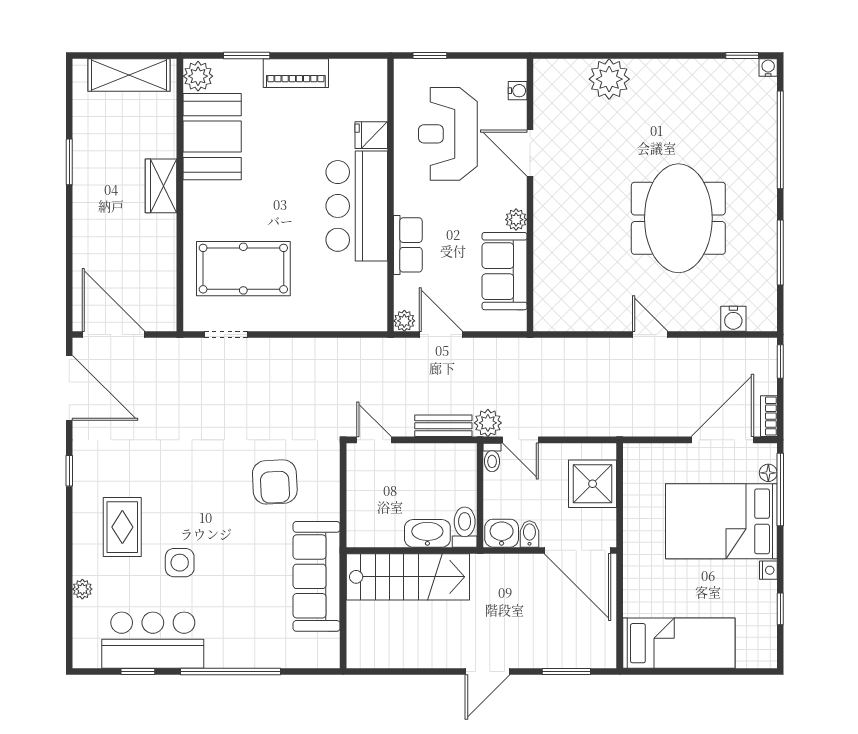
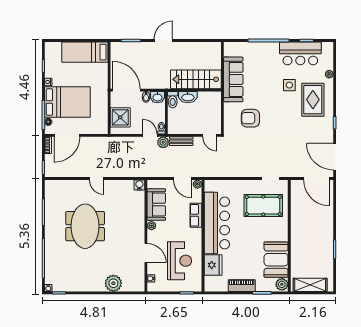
fridge: (371, 135) -> (213, 265), width x1.88, depth x1.34
wardrobe: (161, 186) -> (297, 239), removed
bar counter: (357, 206) -> (217, 223), width x1.36
water cooler: (733, 319) -> (139, 185), moved
armchair: (275, 482) -> (250, 118), turned -87
rug: (122, 527) -> (313, 100), width x1.36, depth x1.43

